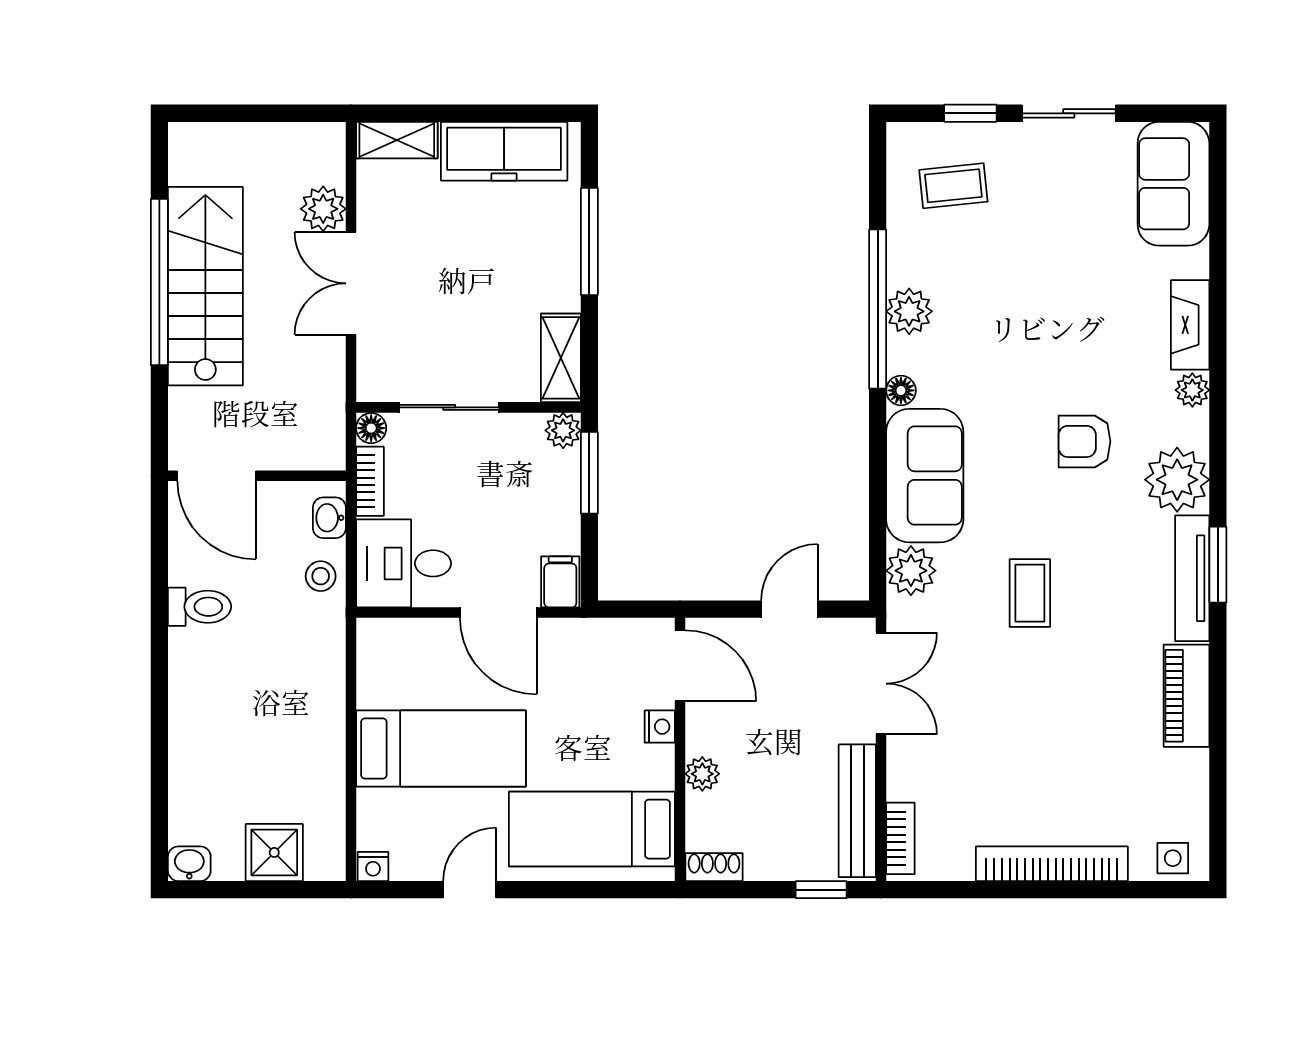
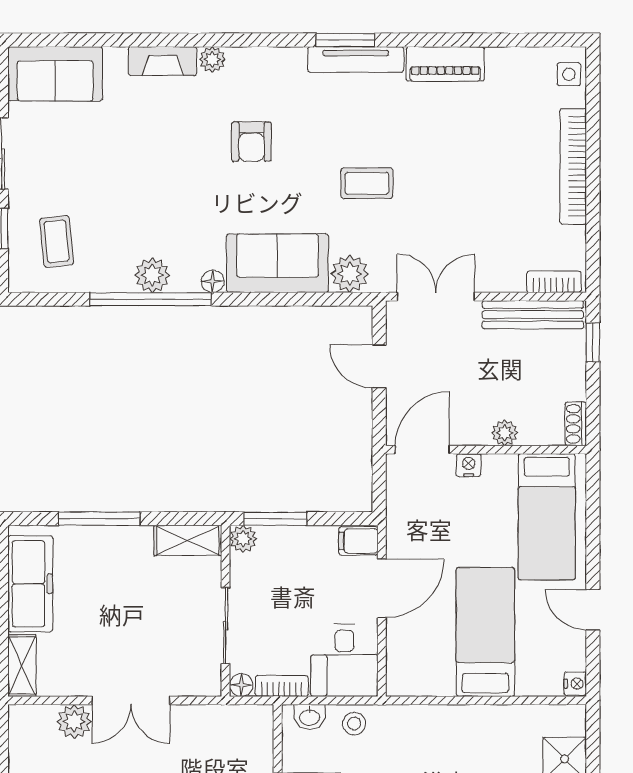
plant: (1177, 480) -> (281, 71), removed

